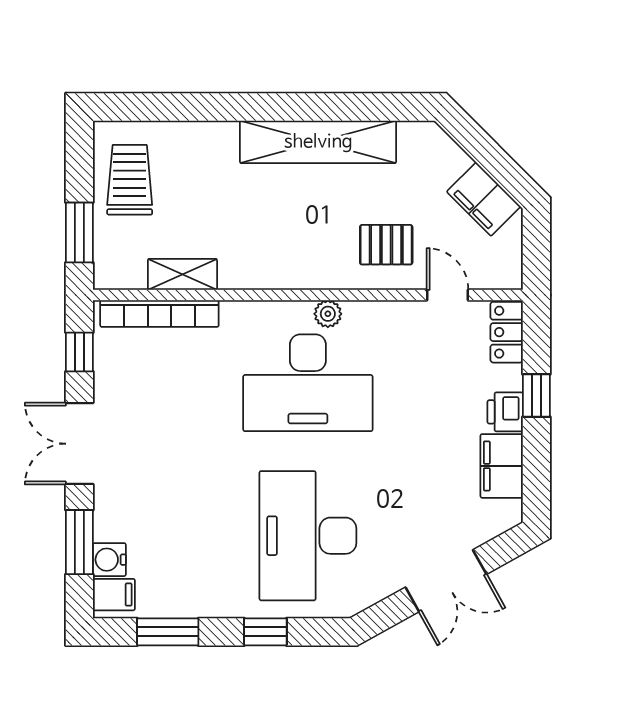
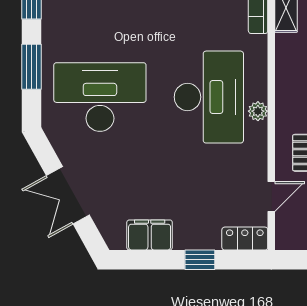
desk: (308, 383) -> (209, 97), turned 180
printer: (505, 412) -> (188, 237), removed
window: (265, 632) -> (31, 67), width x1.50

